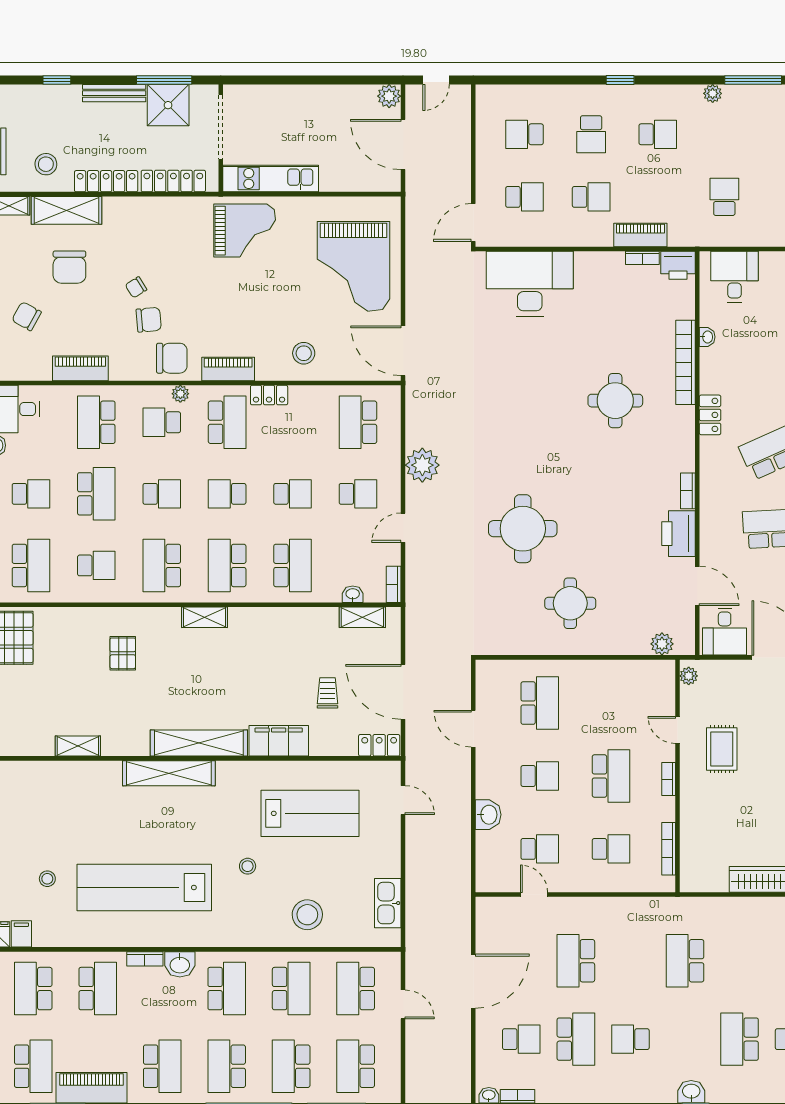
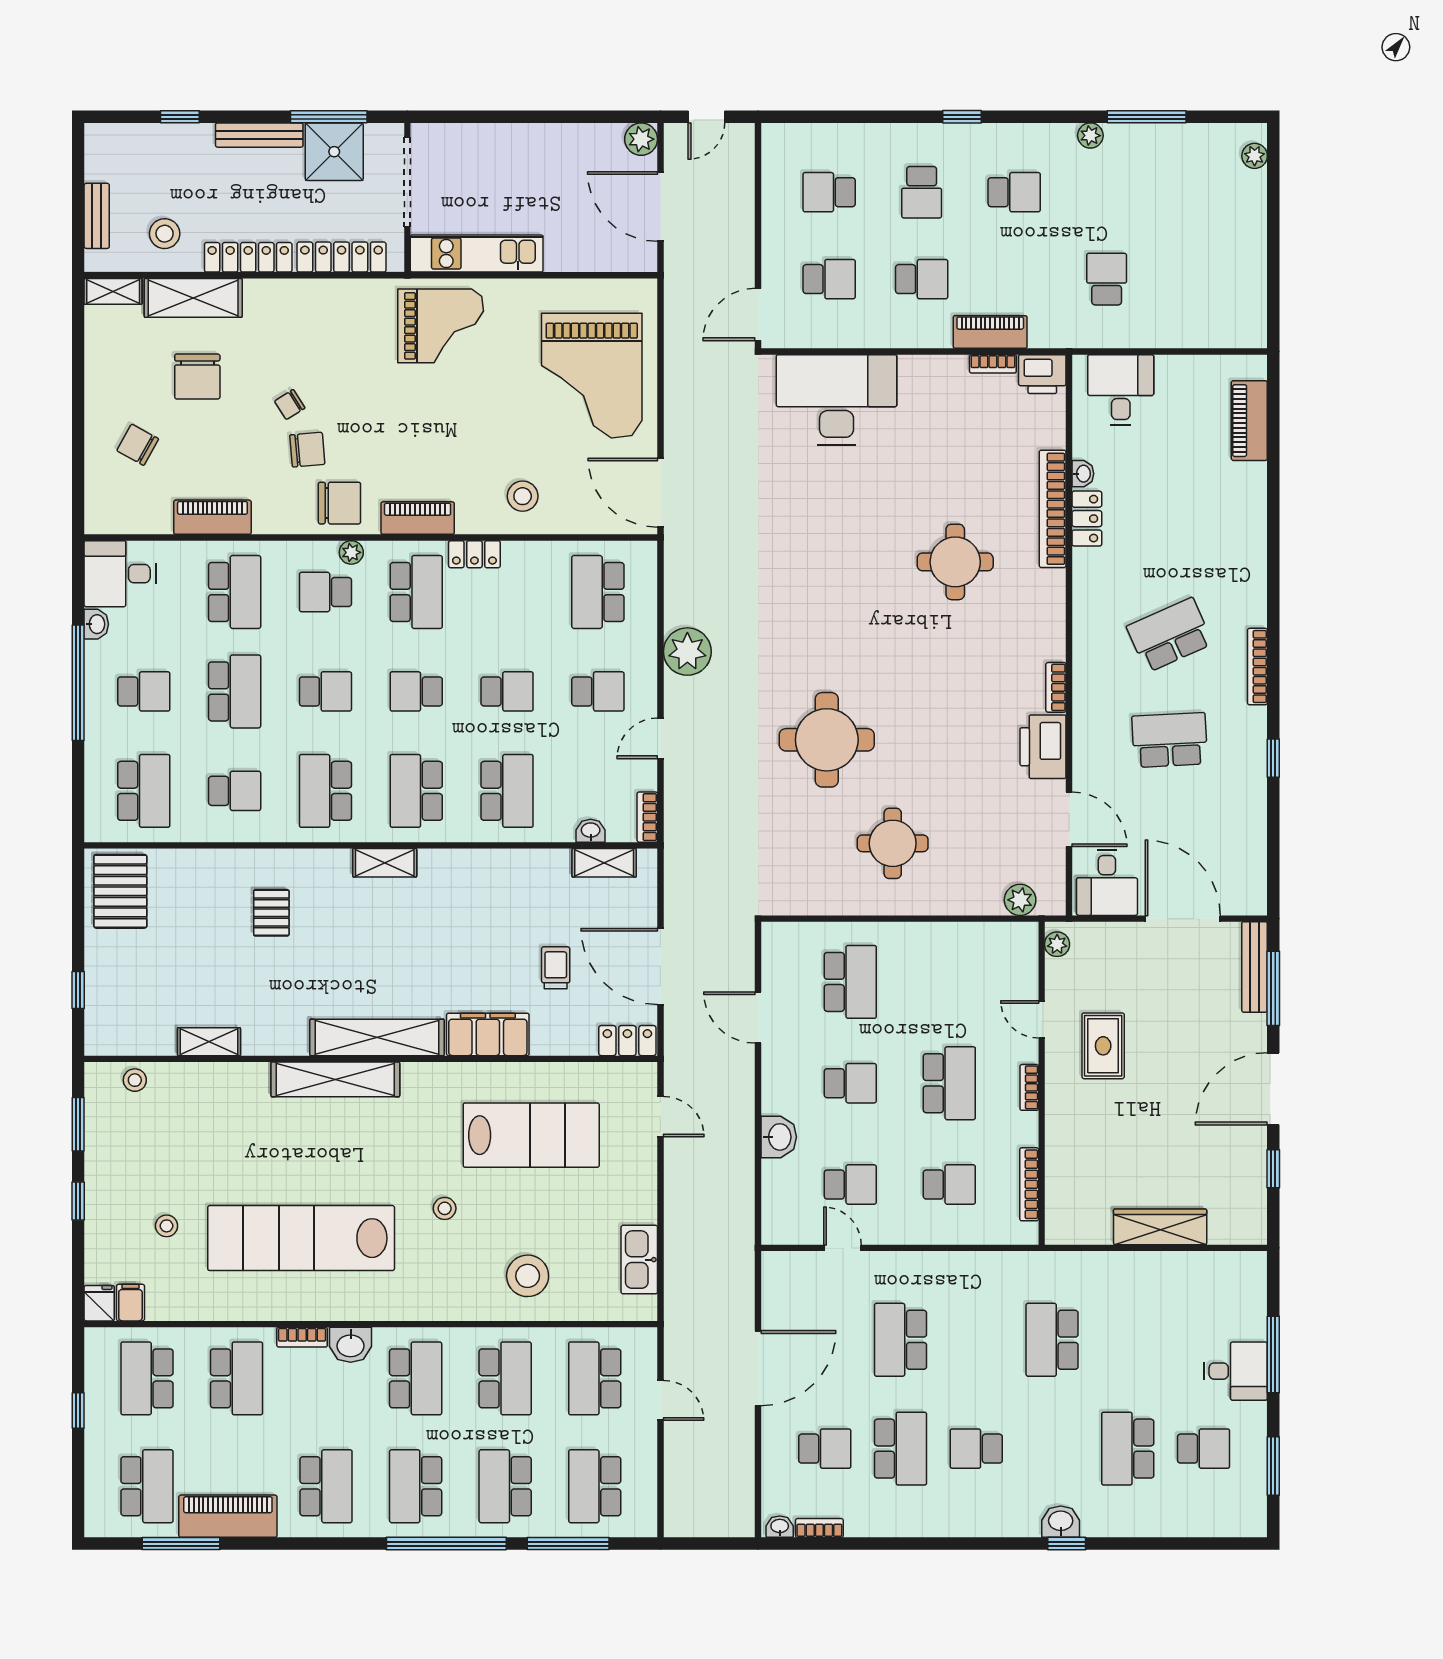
locker: (710, 415) -> (1087, 519), moved
school desk: (96, 422) -> (235, 592), turned 180
stool: (24, 774) -> (135, 1080), added

